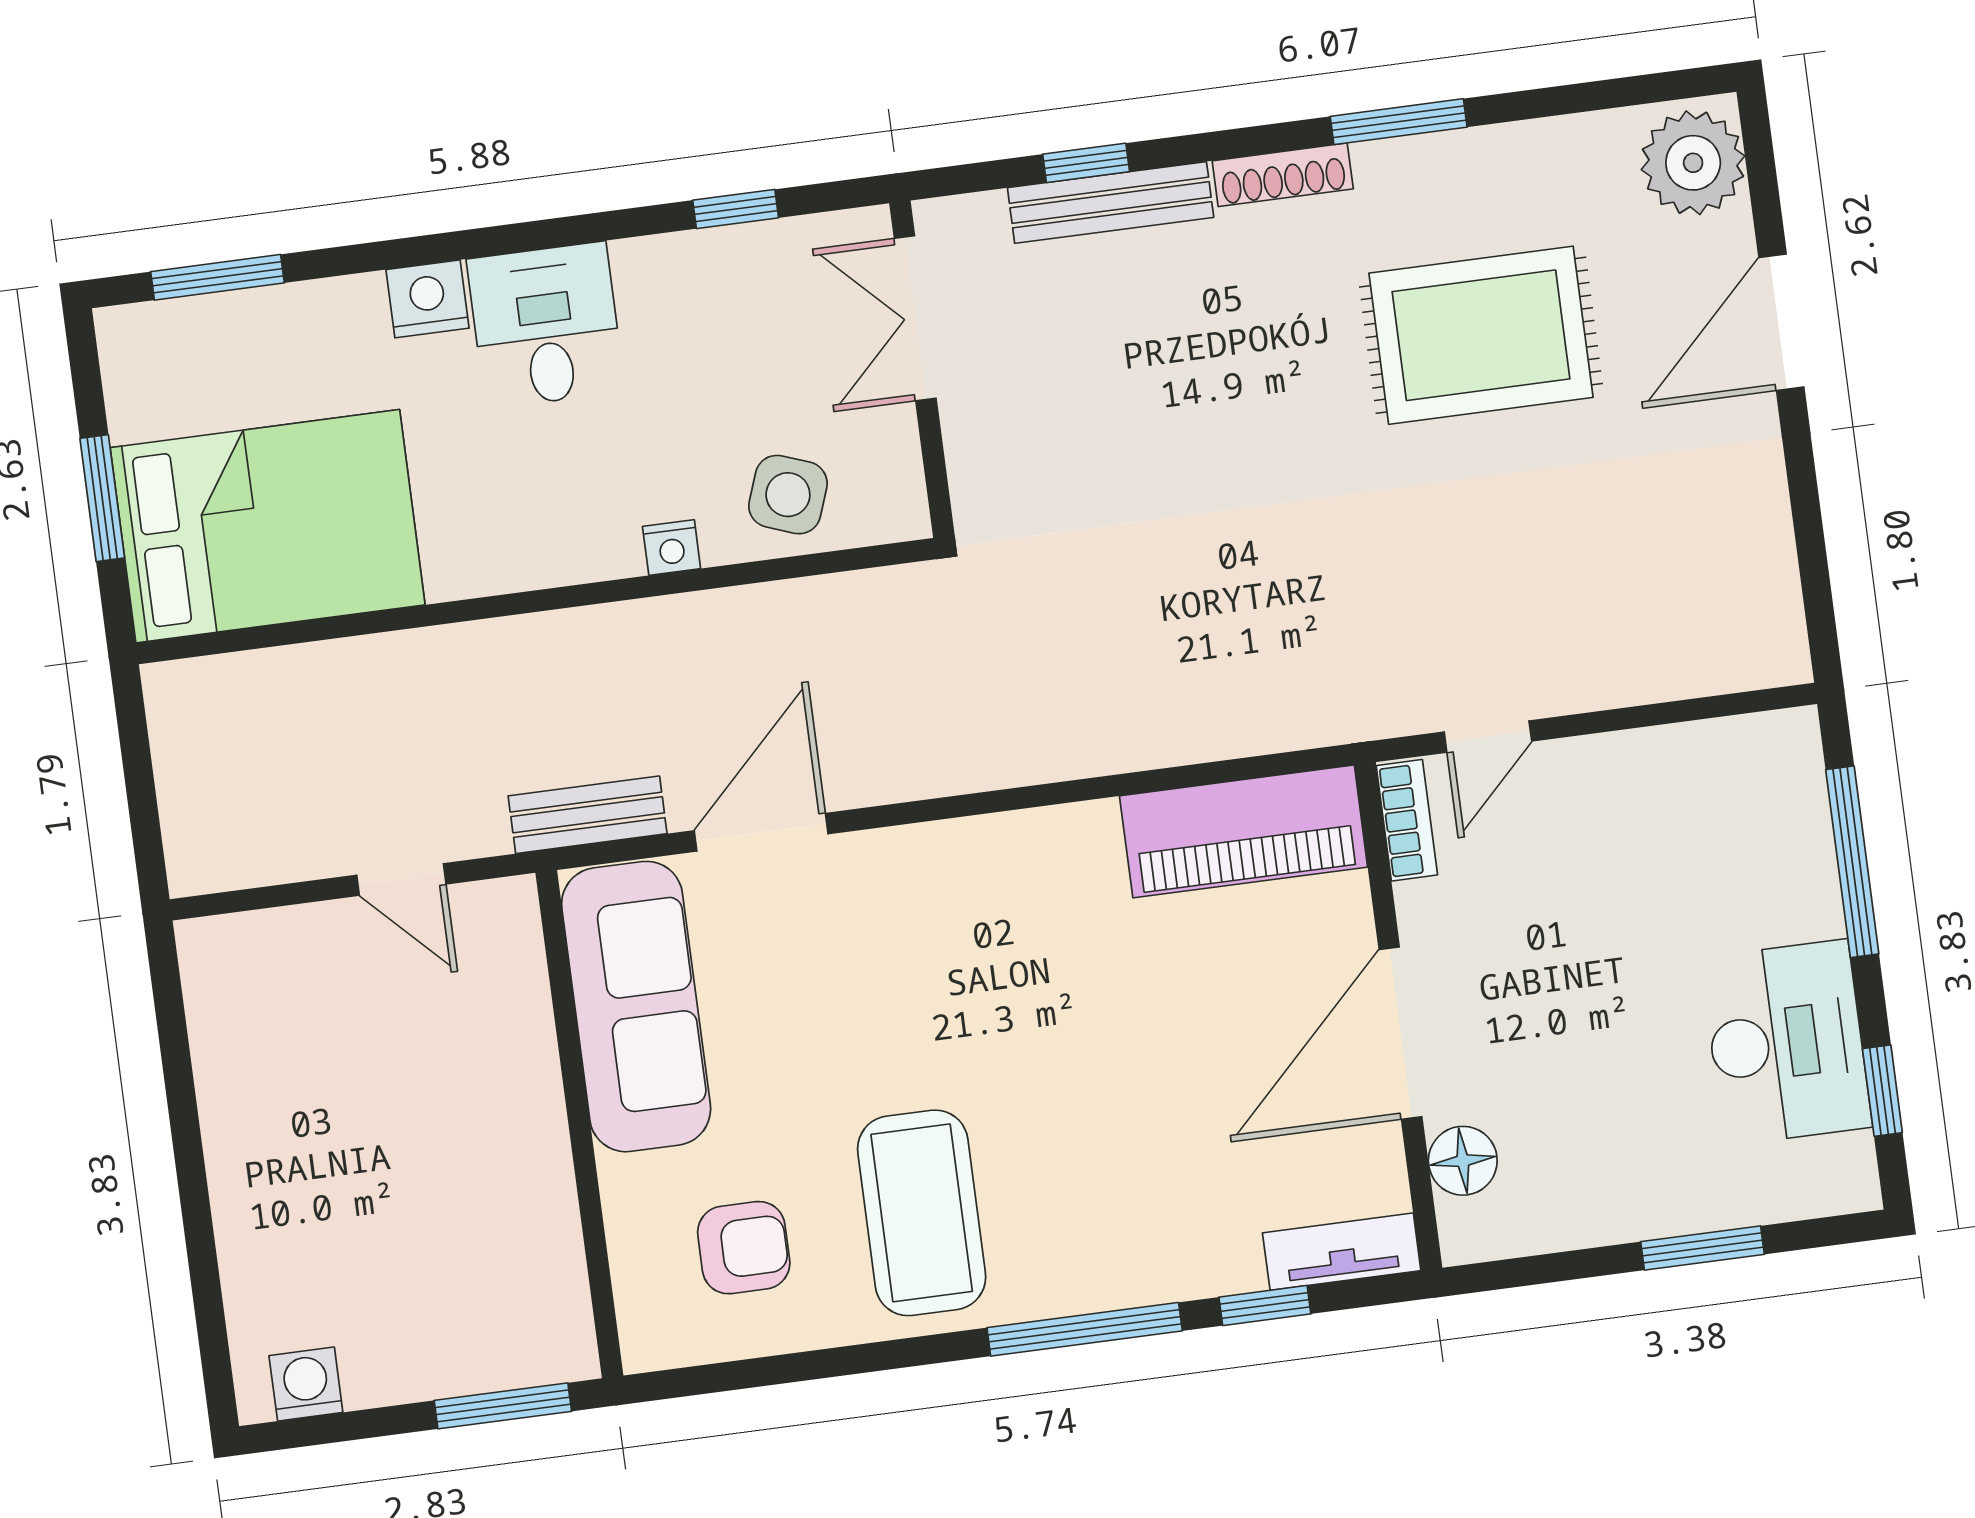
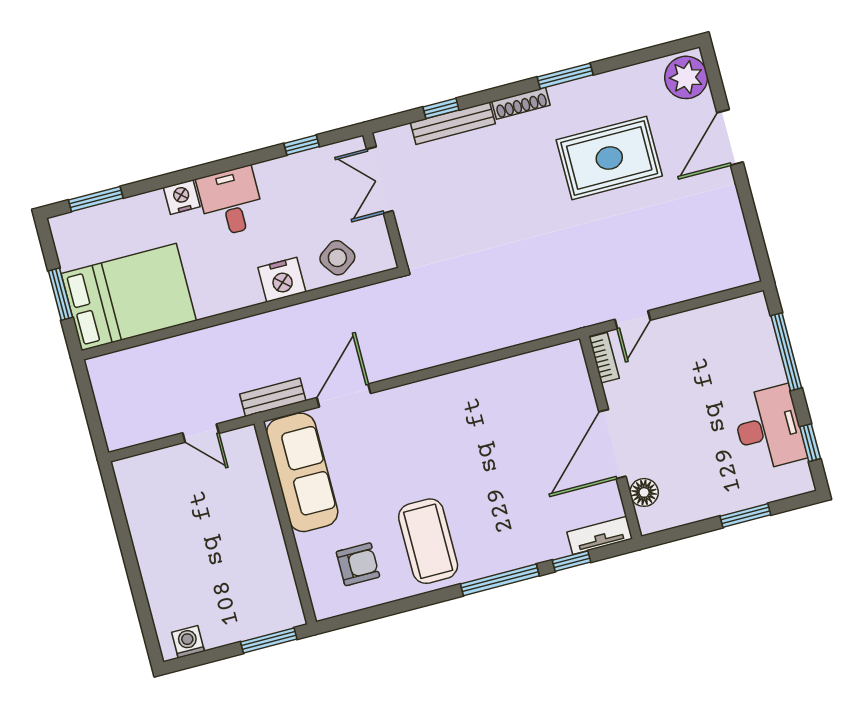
side table: (788, 495) -> (337, 258), turned 34
nightstand: (672, 547) -> (282, 280), width x1.89, depth x1.79
piano: (1244, 831) -> (539, 371), removed

